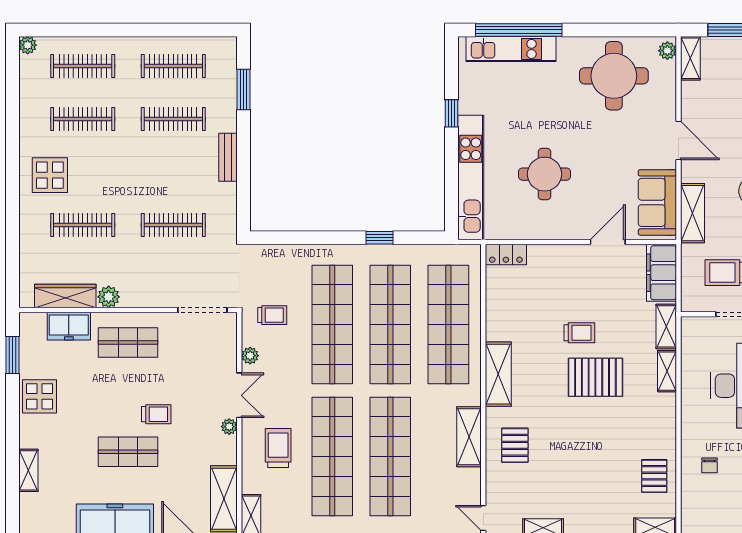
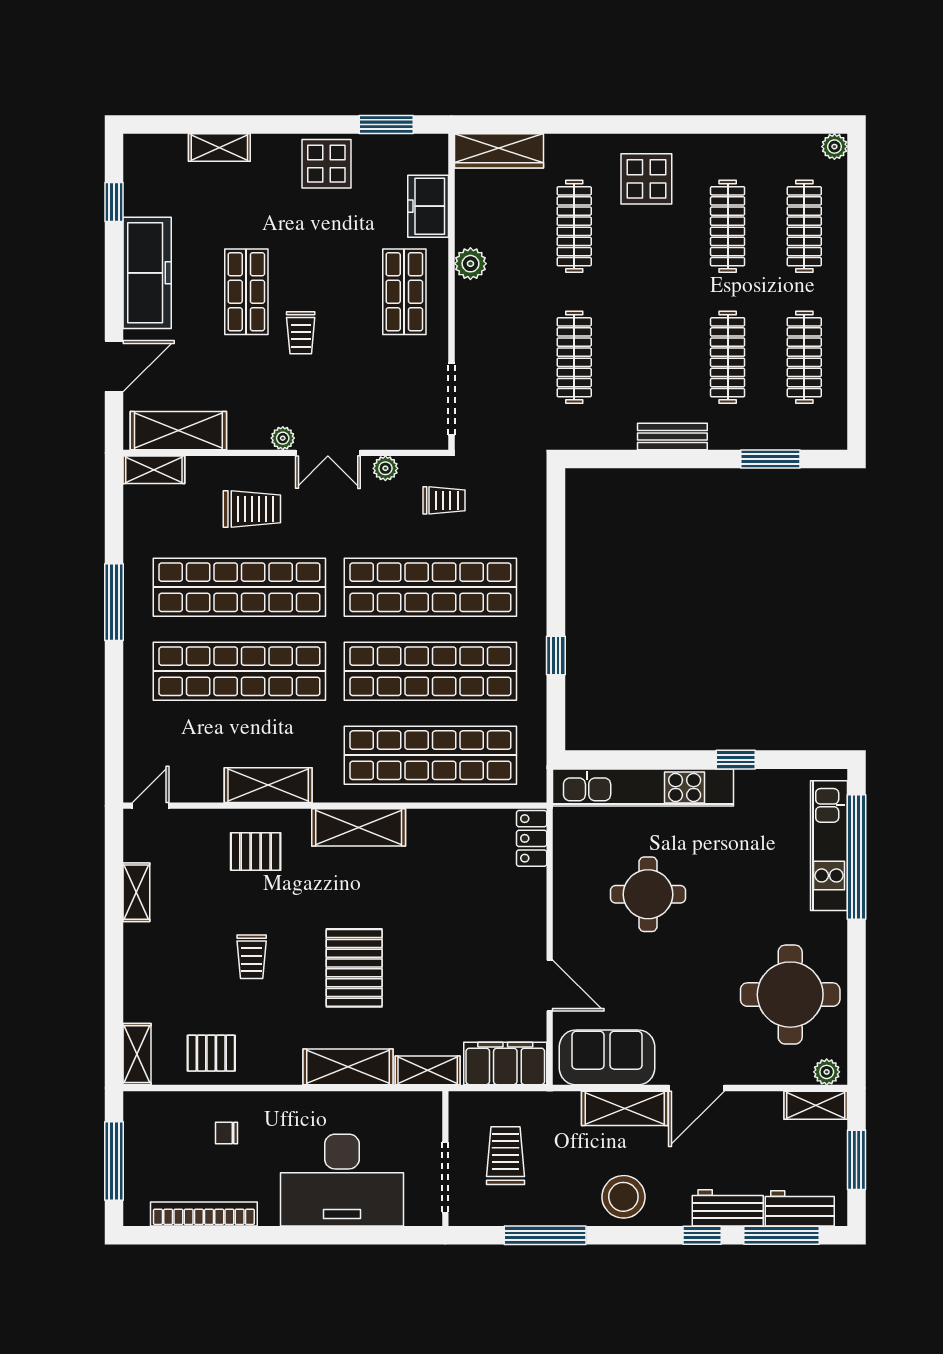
shelving: (692, 213) -> (625, 1108), moved
wardrobe: (65, 296) -> (499, 151), moved, turned 90
trolley: (272, 315) -> (444, 500), turned -90
trolley: (579, 333) -> (252, 957), moved
shelving: (667, 371) -> (348, 1067), width x1.50, depth x1.33

